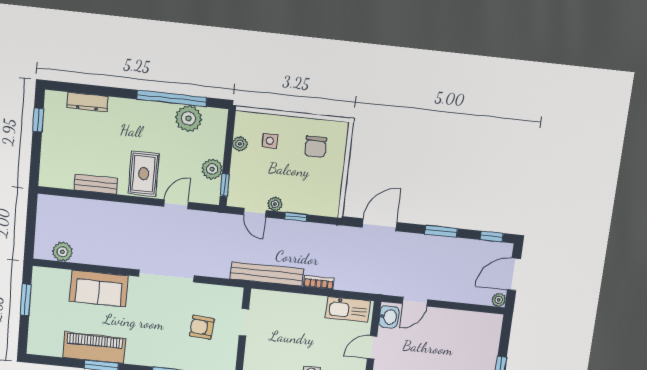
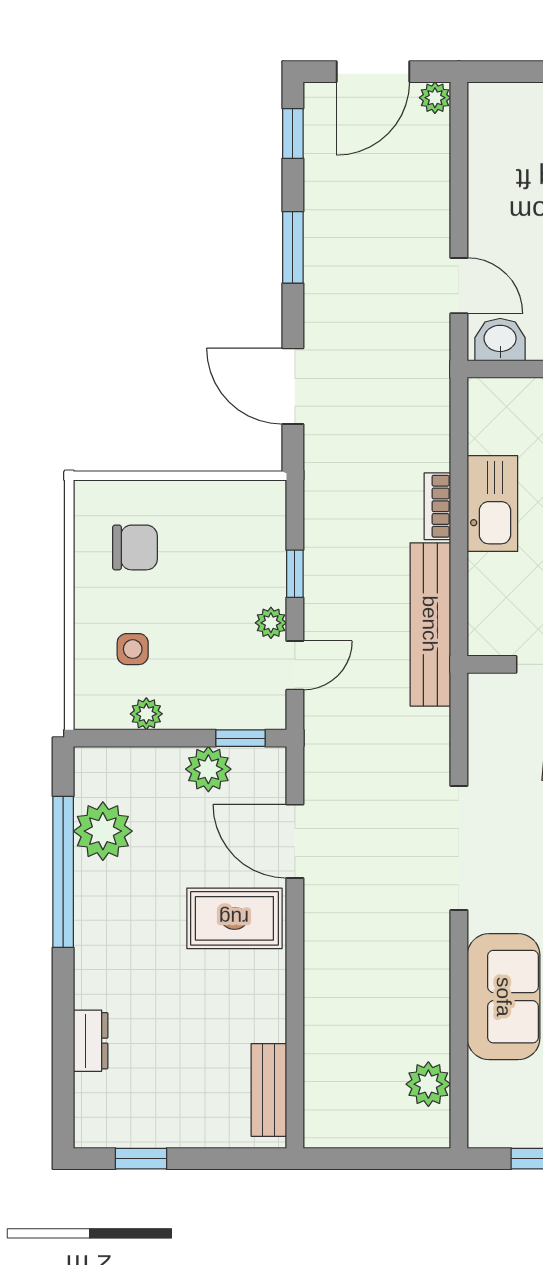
dresser: (87, 102) -> (91, 1041), width x0.70
bench: (96, 184) -> (269, 1090), moved
door: (176, 204) -> (295, 841), width x1.38
door: (514, 274) -> (373, 72), hinge flipped
kitchen sink: (348, 309) -> (492, 504), moved

